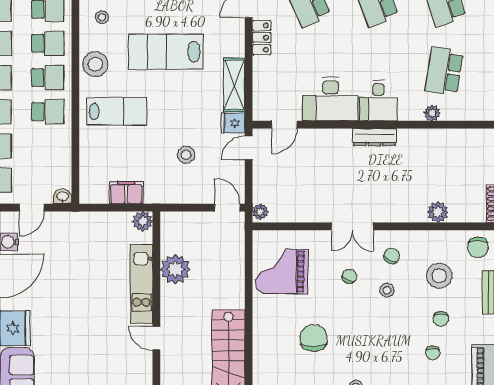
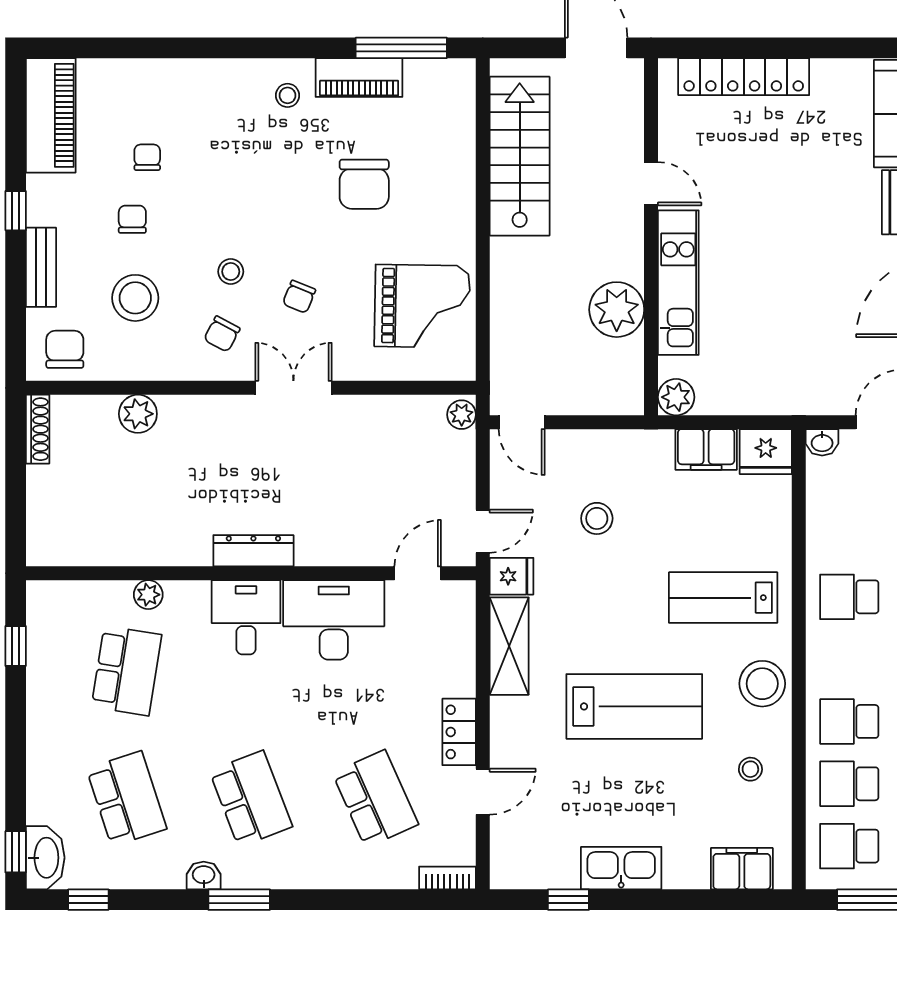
school desk: (48, 78) -> (849, 659), removed
fridge: (94, 191) -> (766, 452), added

